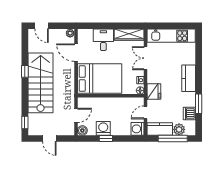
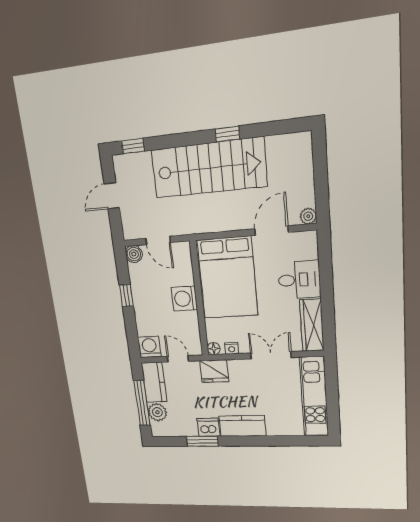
door: (42, 26) -> (320, 157), removed
dishwasher: (189, 114) -> (208, 427), moved
washing machine: (103, 128) -> (184, 299), moved, turned 180

